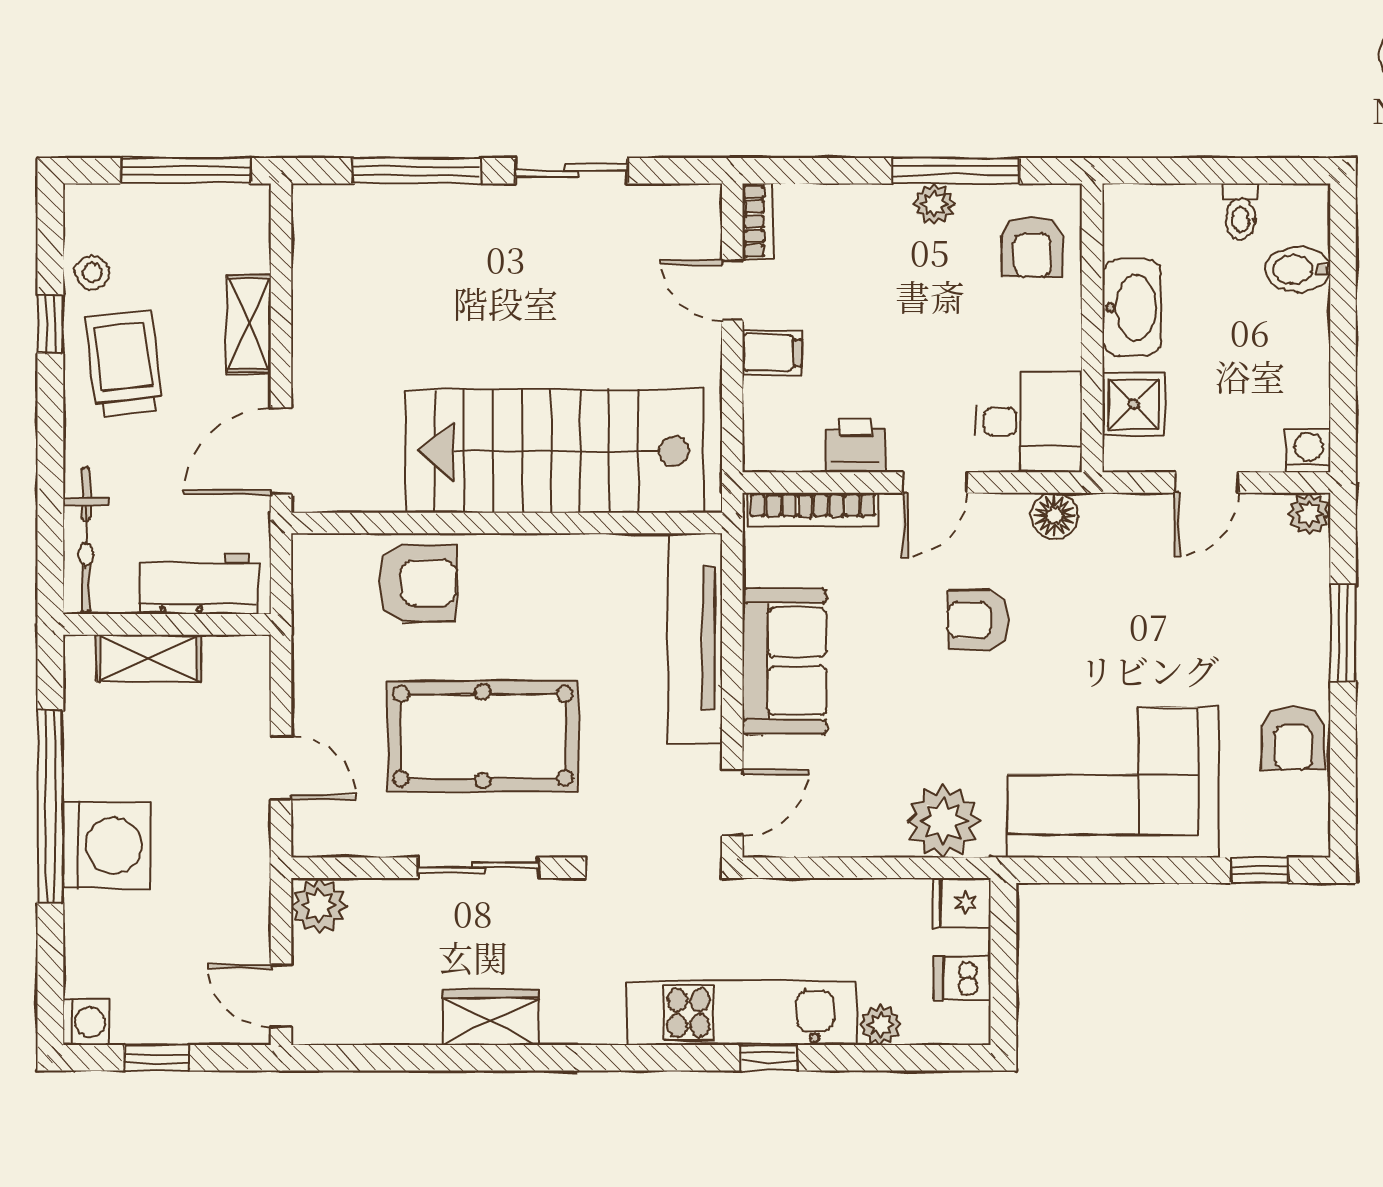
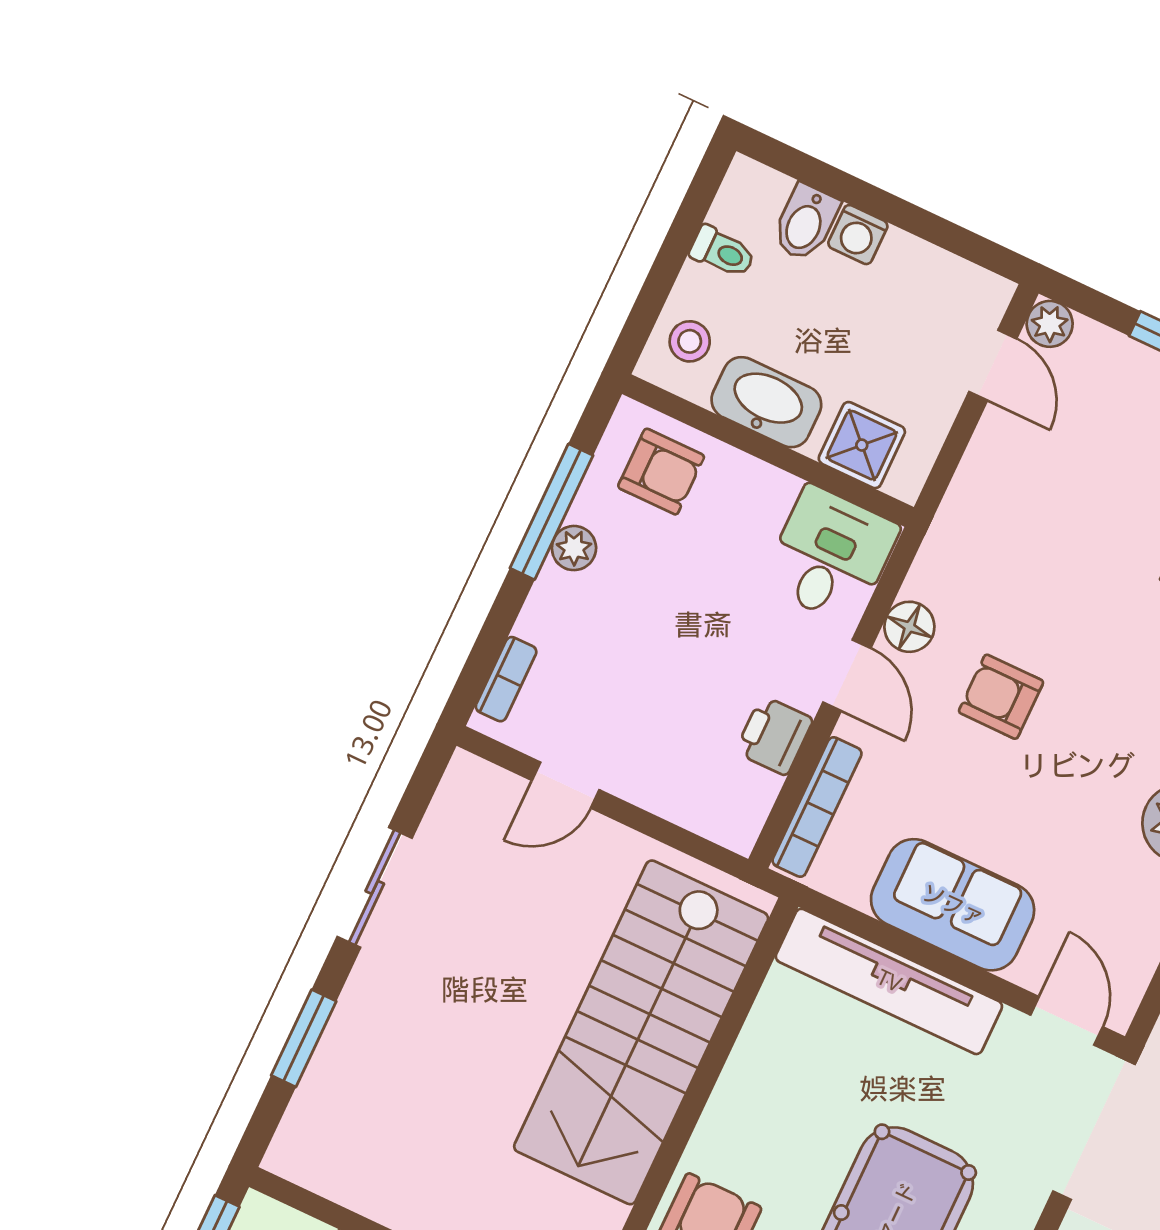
window: (417, 171) -> (304, 1038), width x0.69
stool: (1153, 219) -> (690, 341), added
bookcase: (758, 221) -> (506, 679), moved, turned 90
filing cabinet: (772, 353) -> (645, 775), removed
washing machine: (1308, 450) -> (858, 235), moved, turned -90
door: (1207, 482) -> (993, 365), moved
floor lamp: (1055, 516) -> (909, 627), moved
armchair: (978, 620) -> (1001, 697), turned 90

